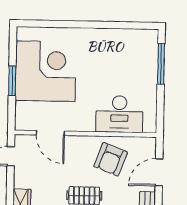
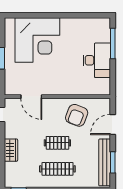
corner desk: (45, 71) -> (37, 40), moved, turned 90
desk: (119, 114) -> (97, 60), moved, turned -90

